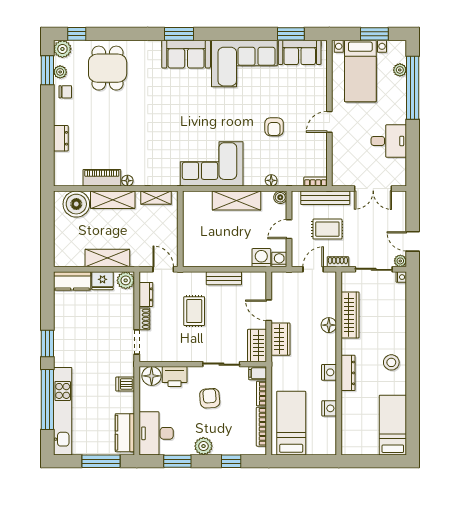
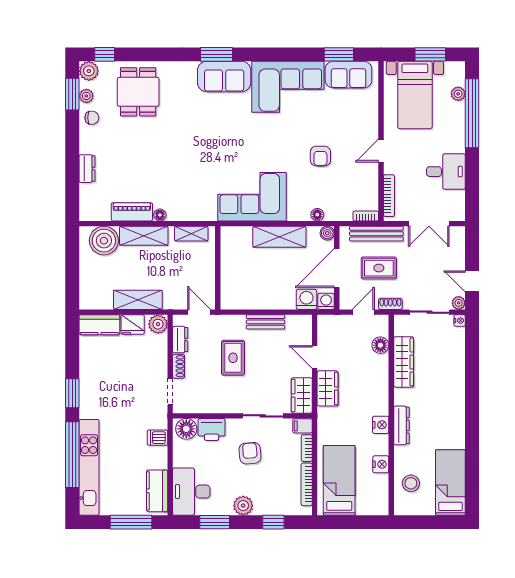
bookcase: (337, 163) -> (389, 196), added
door: (289, 229) -> (337, 268), width x1.87
floor lamp: (329, 325) -> (380, 345), moved
stool: (391, 362) -> (411, 483), moved

